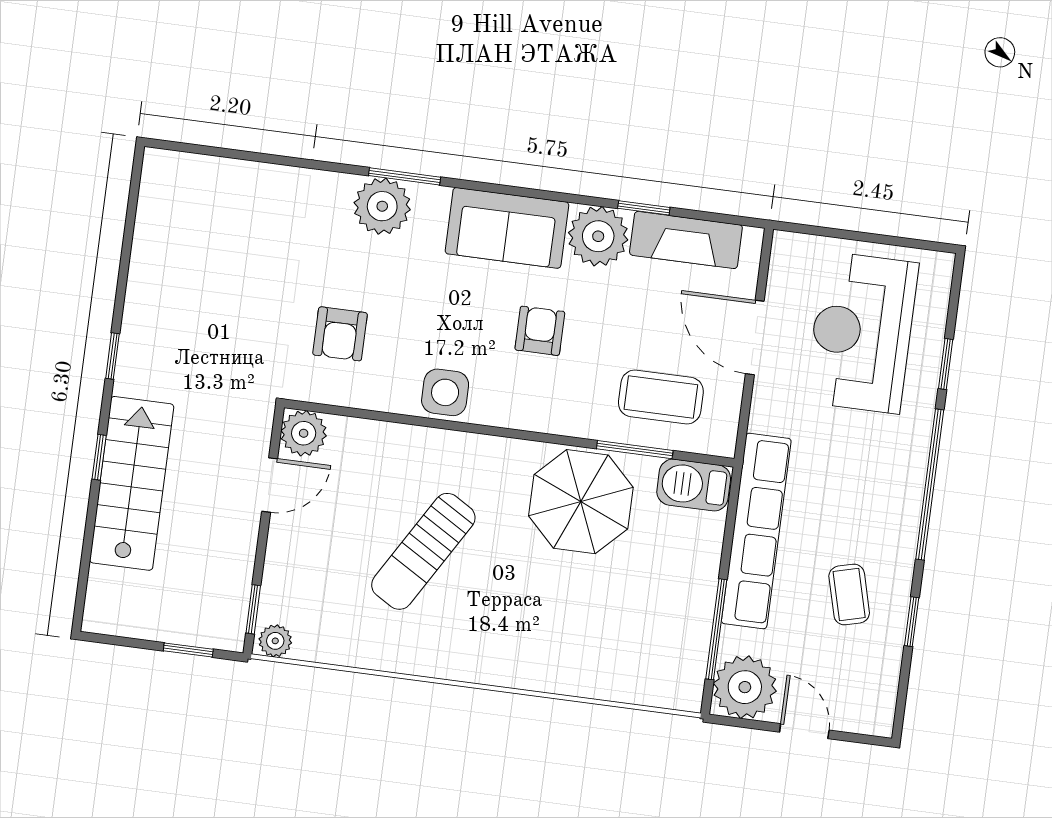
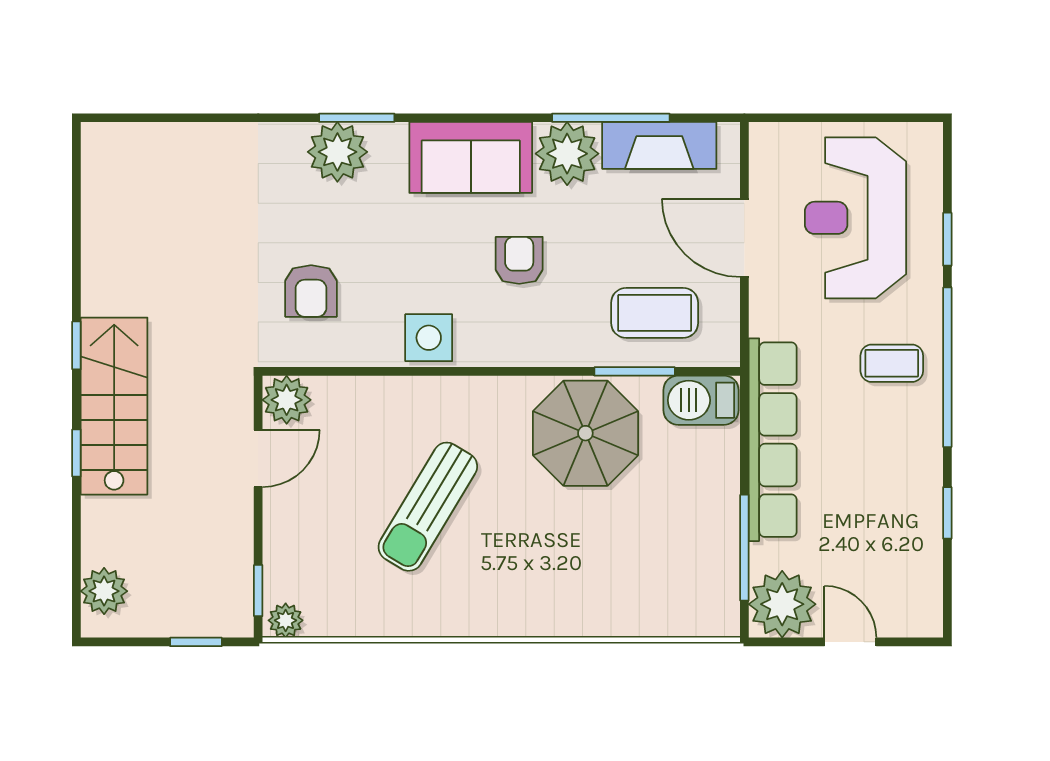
window: (644, 208) -> (611, 118), width x2.17
stairs: (132, 483) -> (114, 406), moved
plant: (108, 591) -> (104, 591), added
coffee table: (849, 595) -> (892, 363), moved, turned -75

